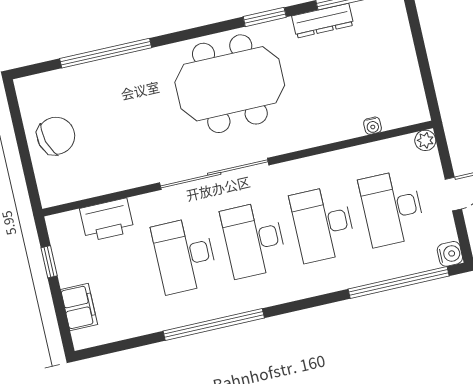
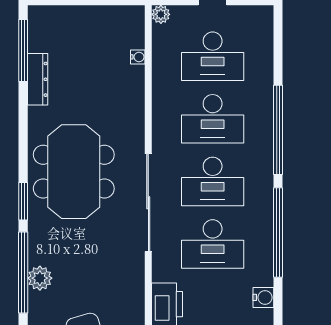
window: (265, 17) -> (23, 201), moved
plant: (104, 73) -> (40, 278), added
water cooler: (450, 254) -> (263, 297), moved, turned 90
window: (399, 283) -> (278, 130), moved

